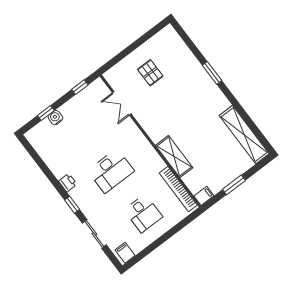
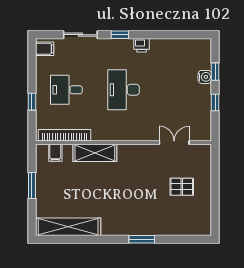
window: (80, 87) -> (215, 102), moved
filing cabinet: (204, 196) -> (55, 153), moved
window: (172, 232) -> (32, 102), added

